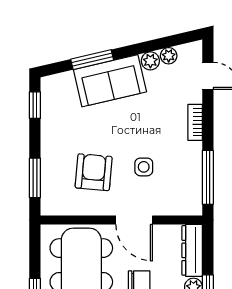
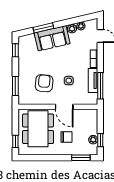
tv unit: (193, 167) -> (93, 81), added
dresser: (192, 250) -> (93, 122), removed

